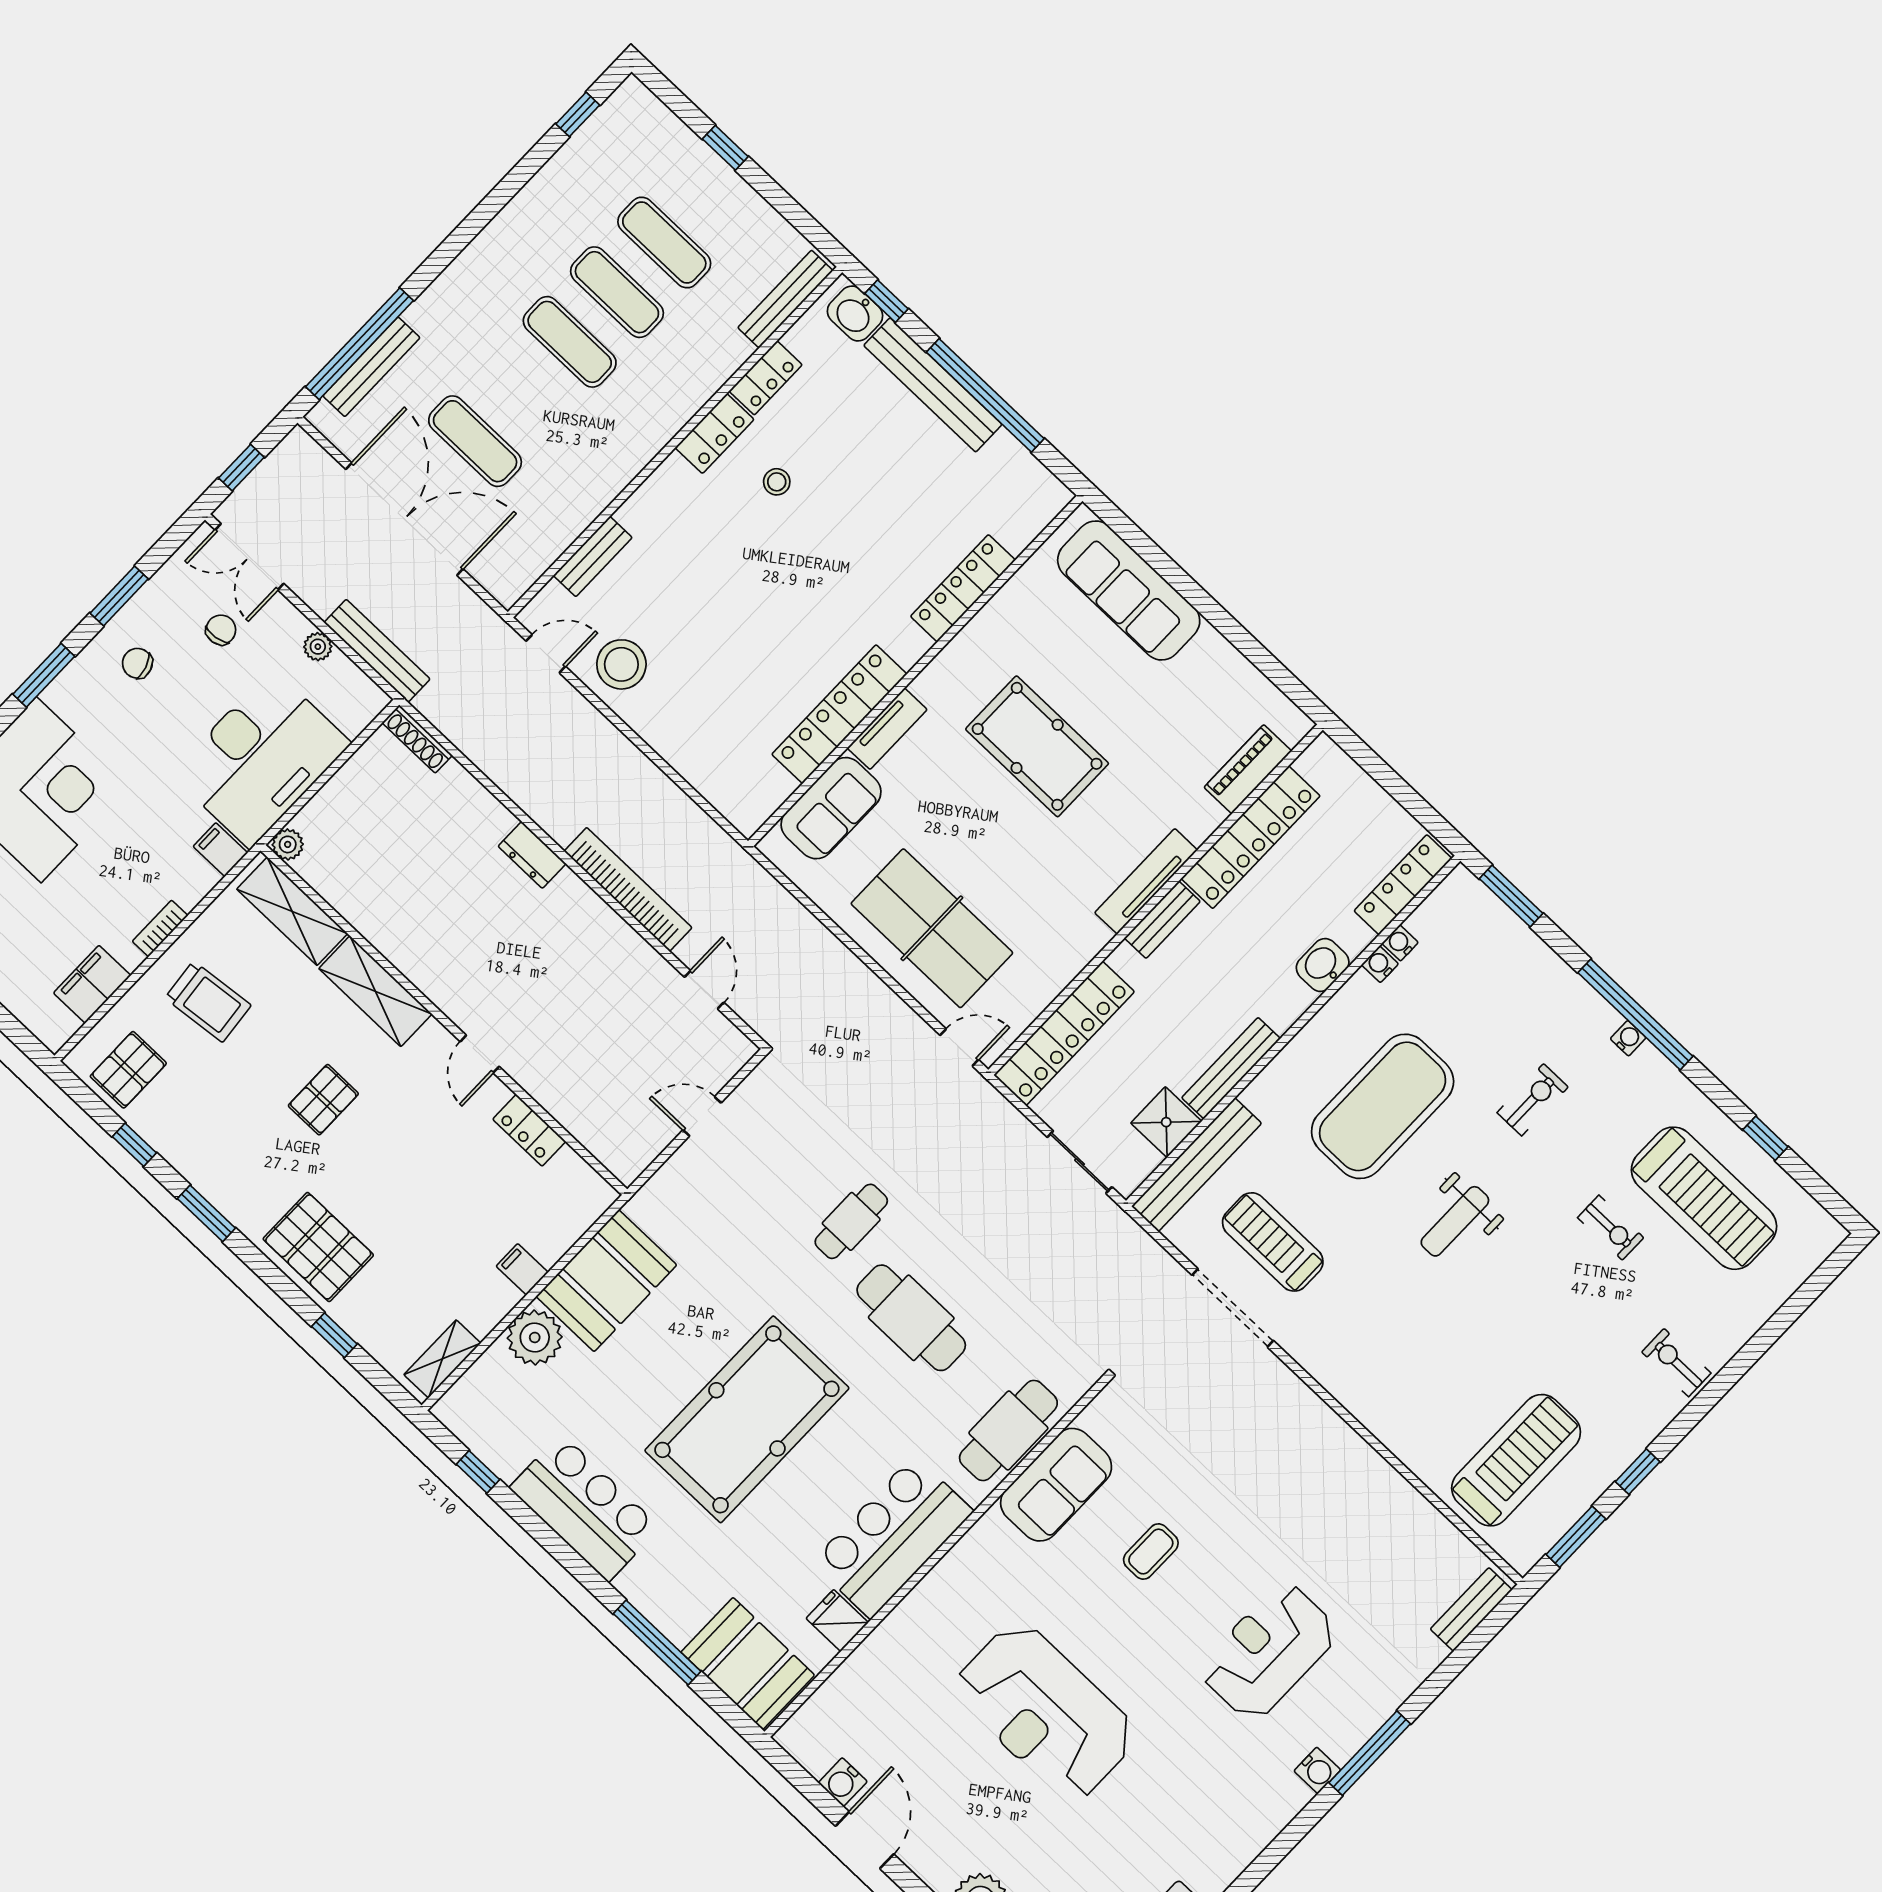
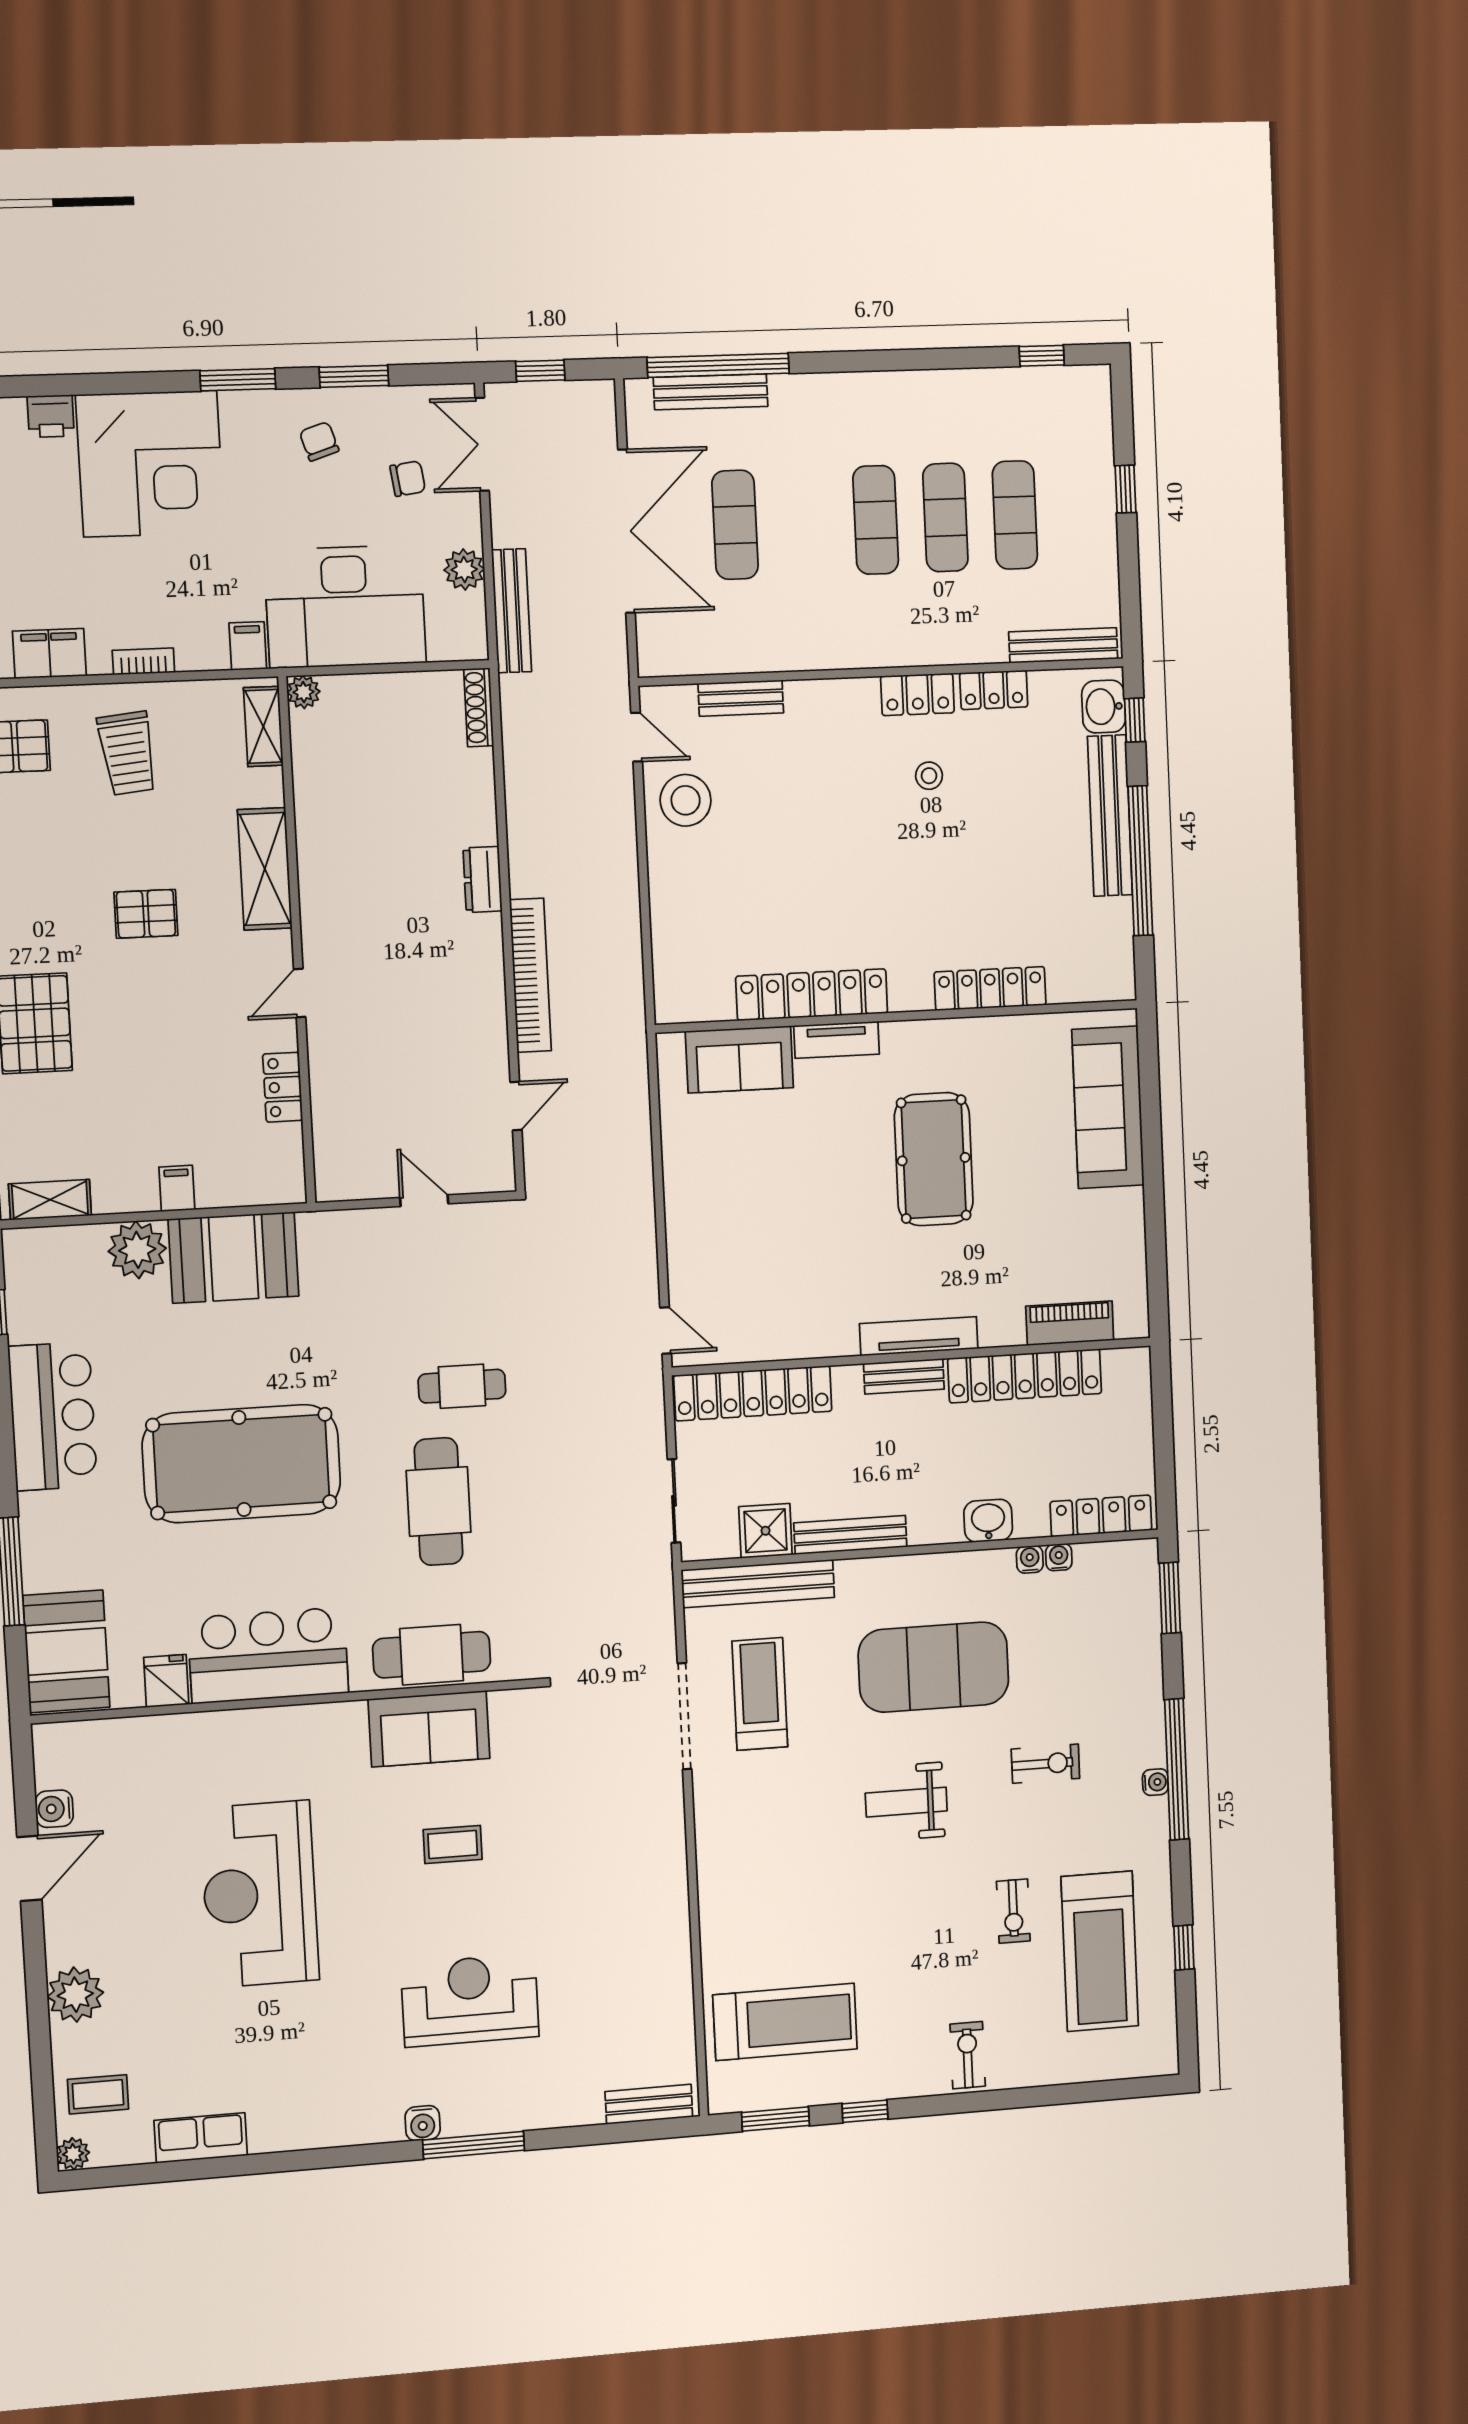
plant: (318, 647) -> (464, 570), width x1.38, depth x1.38
shelving: (292, 911) -> (263, 726), width x0.67, depth x0.75
table tennis table: (932, 928) -> (729, 1221), removed

